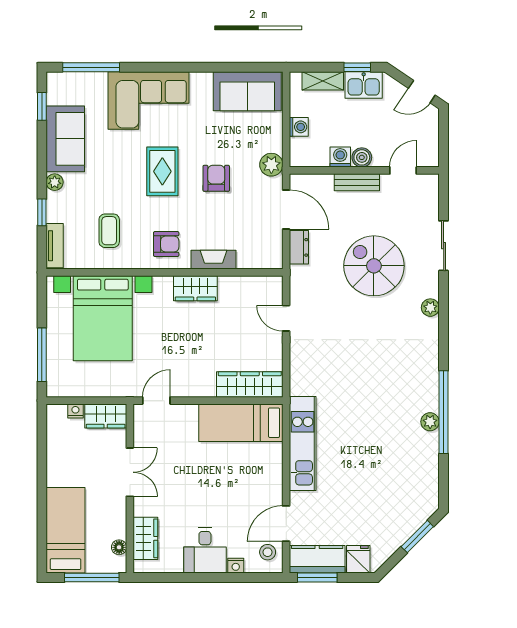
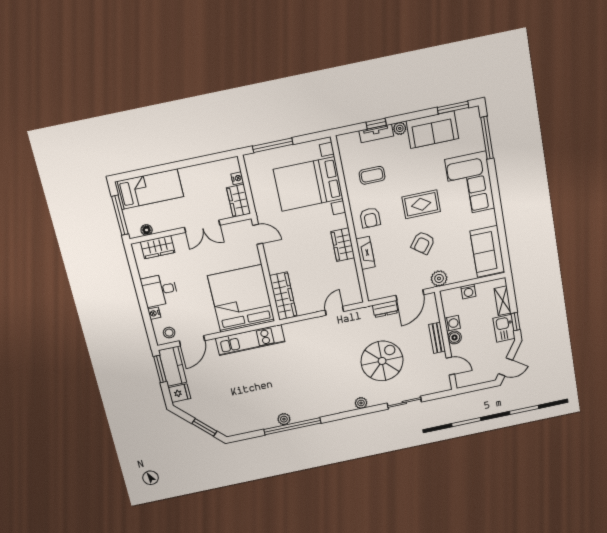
door: (422, 92) -> (506, 367), swing flipped
window: (42, 106) -> (453, 107), width x1.50
armchair: (216, 178) -> (423, 243), turned 127
tv unit: (55, 246) -> (376, 133), moved
bed: (241, 423) -> (241, 299), width x2.04
door: (286, 524) -> (192, 341), swing flipped

